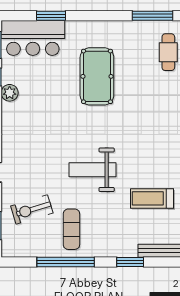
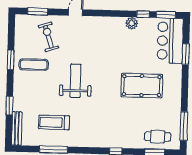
treadmill: (152, 198) -> (54, 122), turned -90
window: (66, 262) -> (11, 60), width x0.47

